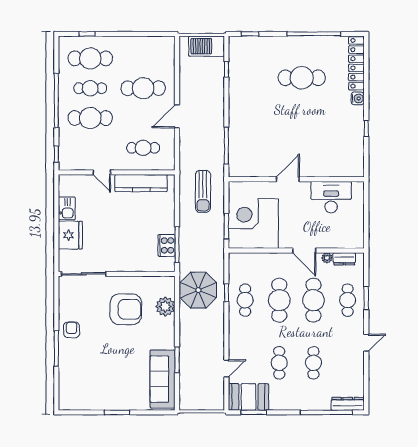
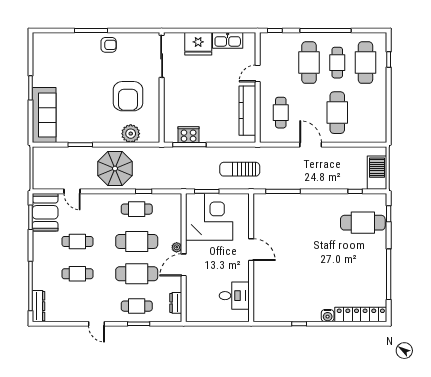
cafe table: (302, 78) -> (363, 223), moved, turned 90
desk: (331, 197) -> (234, 296), width x0.73
kitchen sink: (67, 208) -> (228, 40), width x1.38
plant: (327, 258) -> (177, 247), moved
parasol: (198, 290) -> (115, 169), moved
sofa: (163, 379) -> (44, 115), moved, turned 90

